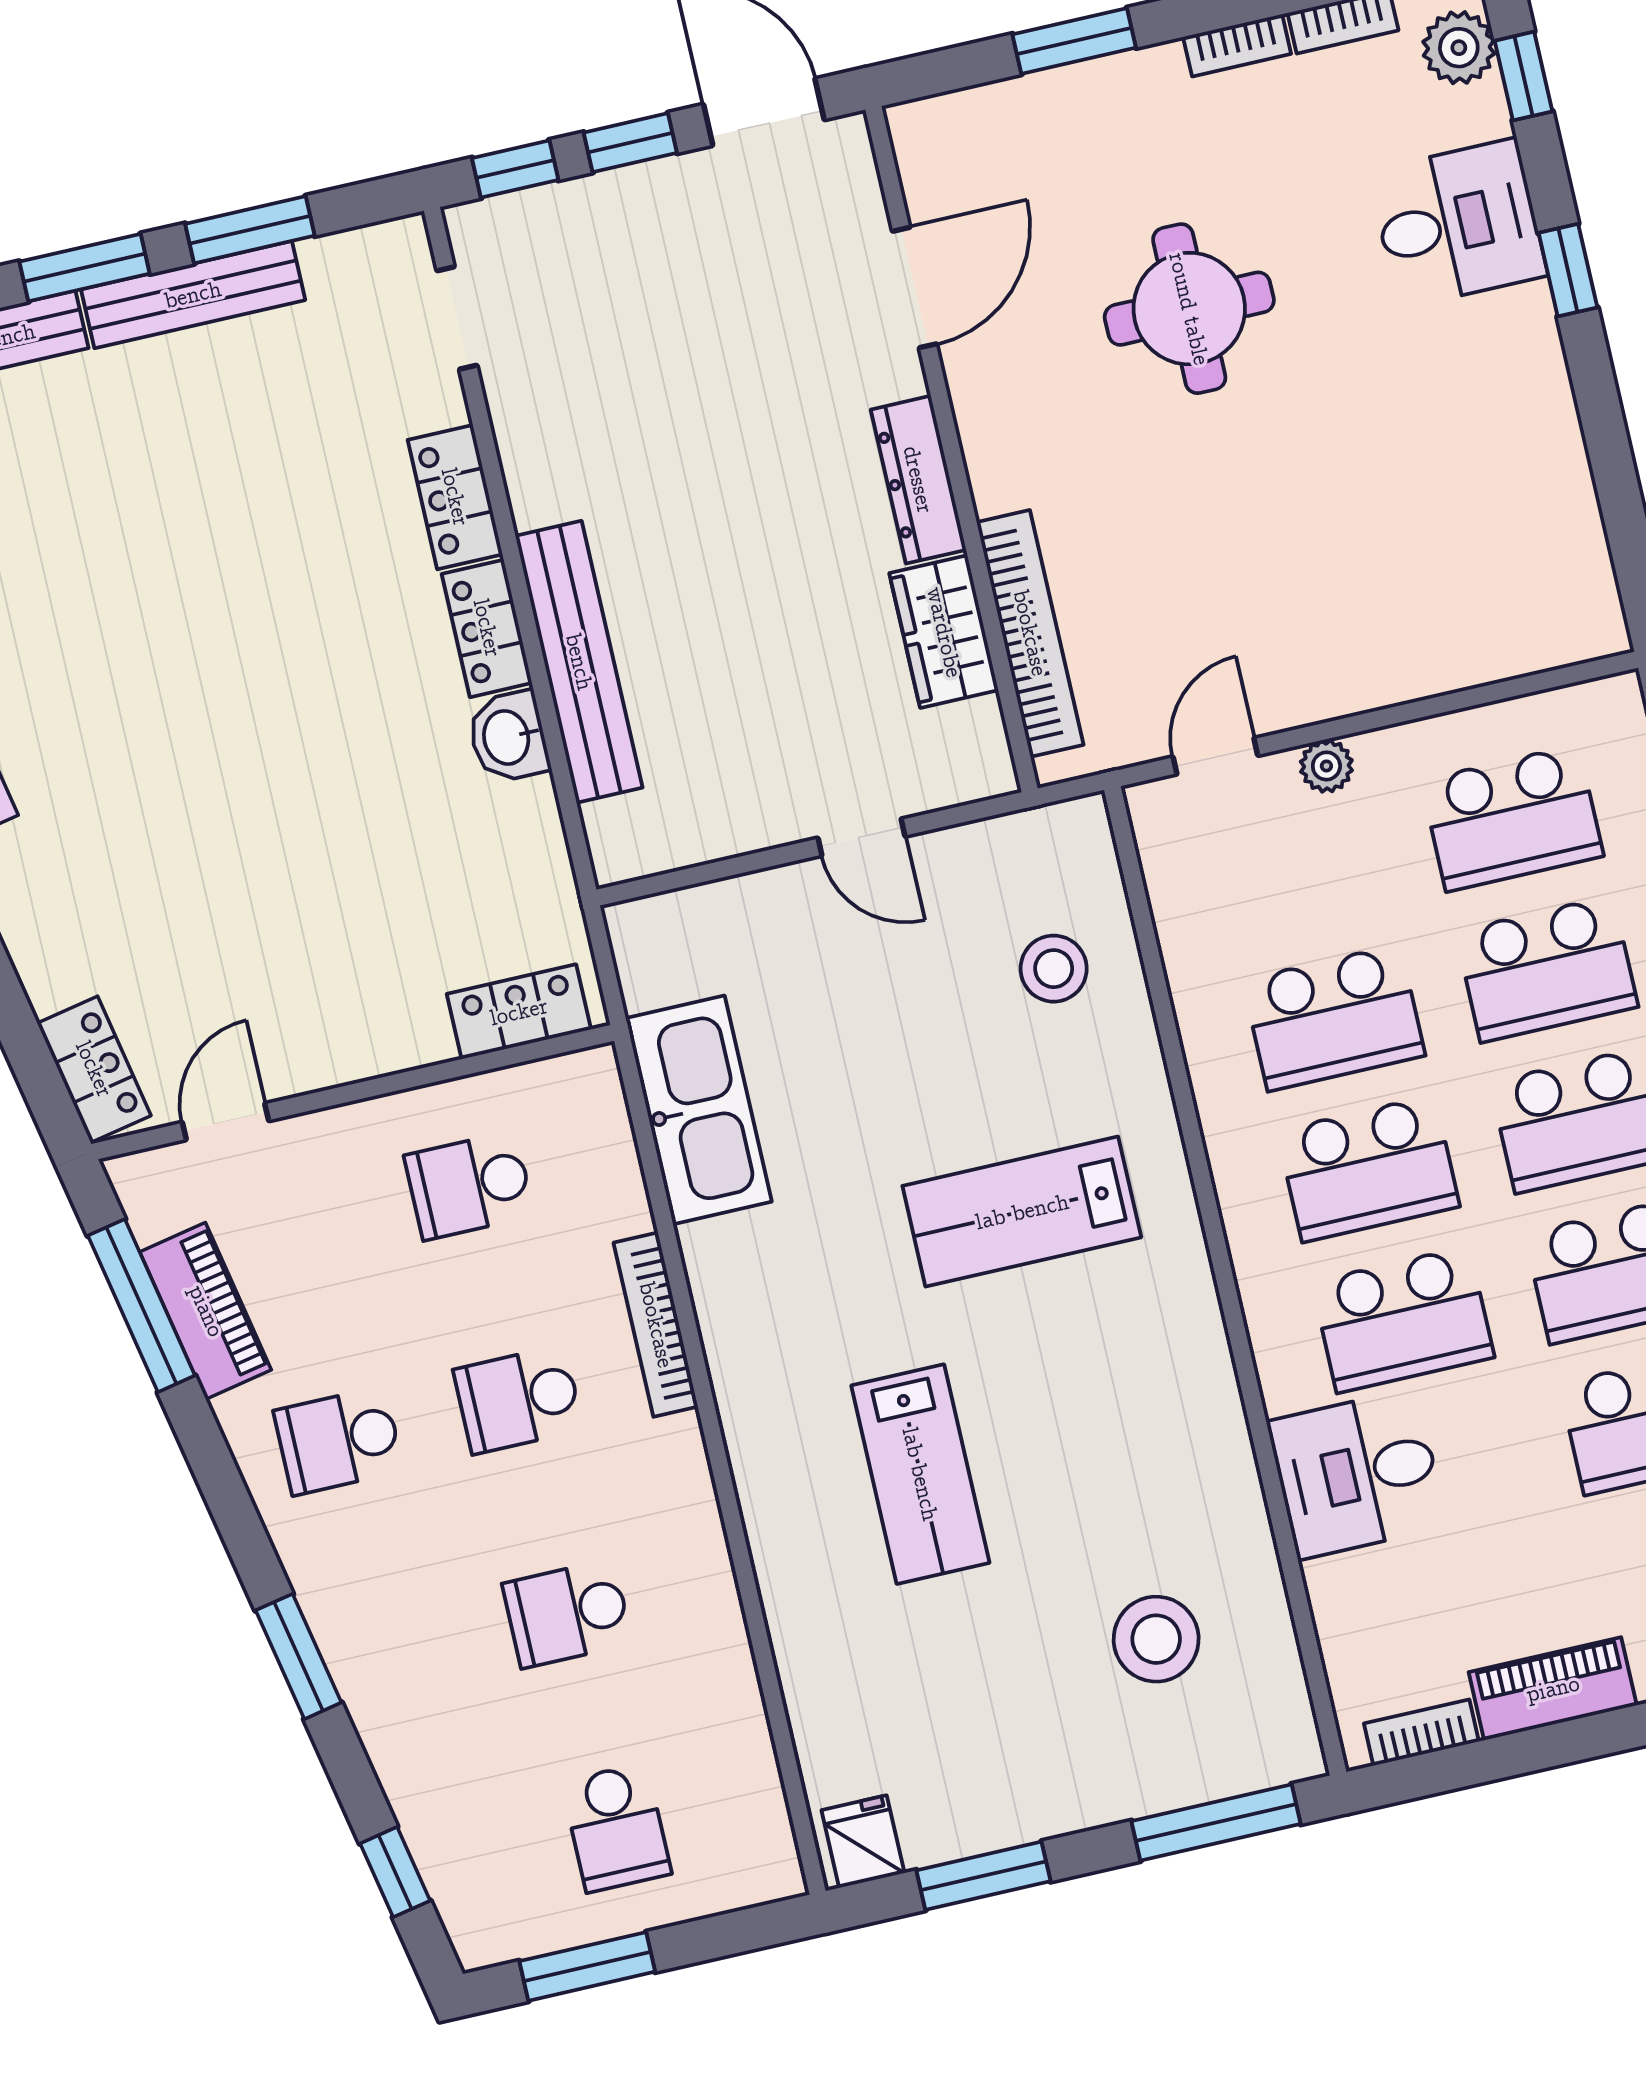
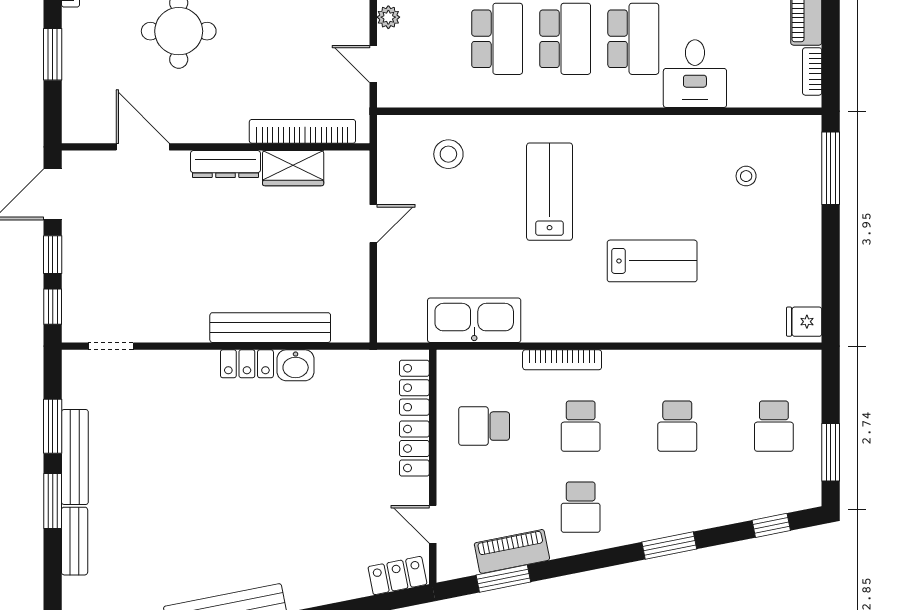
locker: (455, 497) -> (414, 449), moved, turned 90
school desk: (469, 1185) -> (484, 426), turned 90
lab bench: (1022, 1212) -> (550, 192), turned 180
window: (141, 1306) -> (503, 578), width x0.69
stool: (1156, 1639) -> (746, 176), width x0.53, depth x0.53
school desk: (616, 1828) -> (774, 426), turned 90
window: (983, 1876) -> (831, 273), removed

